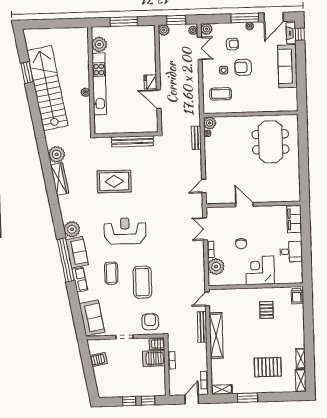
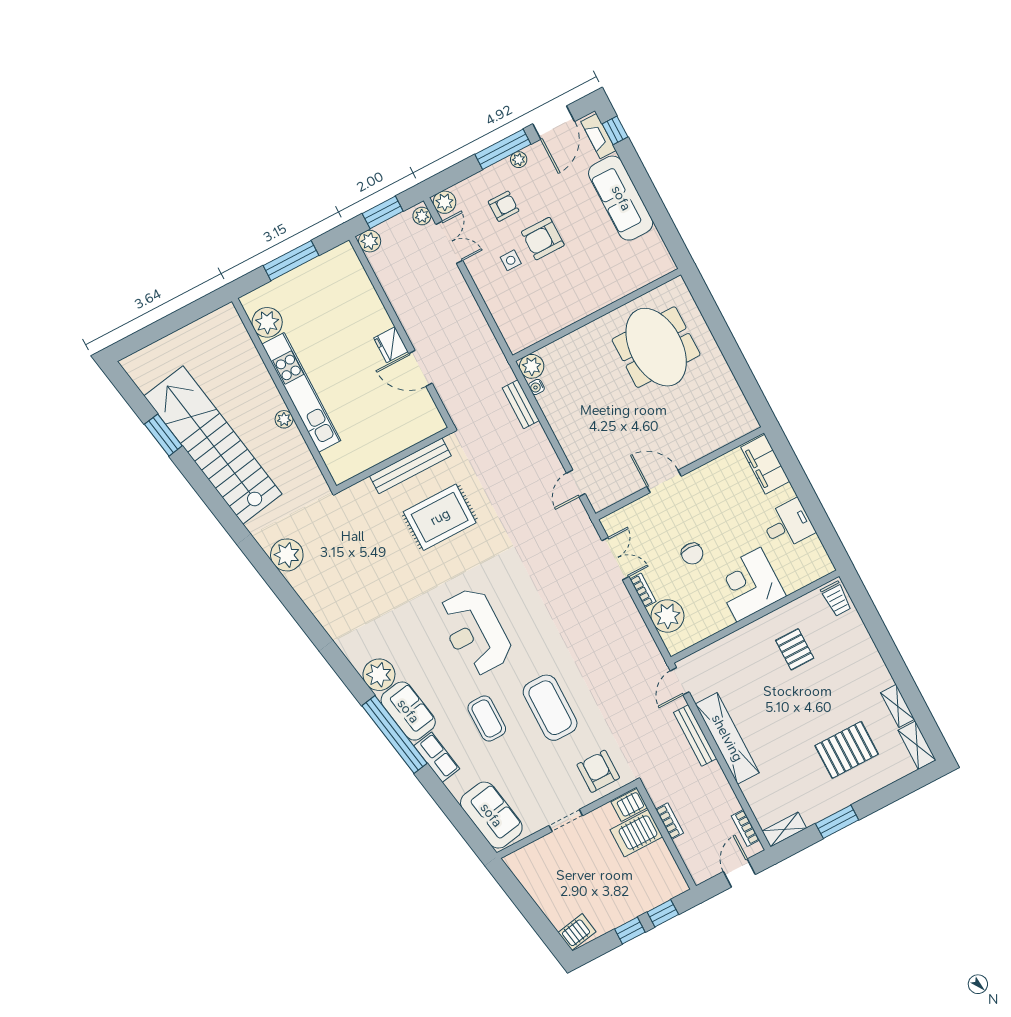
coffee table: (221, 94) -> (526, 305), removed
wardrobe: (60, 179) -> (313, 596), removed
rug: (114, 181) -> (440, 517), moved
double door: (205, 229) -> (615, 559), swing flipped
reception desk: (125, 231) -> (475, 632), turned -90
server rack: (99, 359) -> (577, 932), moved

